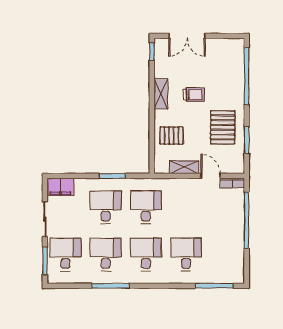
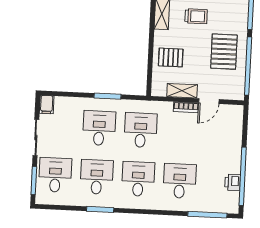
window: (247, 140) -> (248, 66), width x2.11
door: (210, 176) -> (209, 101), swing flipped
bookcase: (232, 183) -> (186, 107), moved
filing cabinet: (60, 187) -> (47, 105), width x0.50
window: (247, 220) -> (243, 176), moved
printer: (237, 253) -> (233, 182), added
window: (110, 286) -> (100, 209), width x0.69

